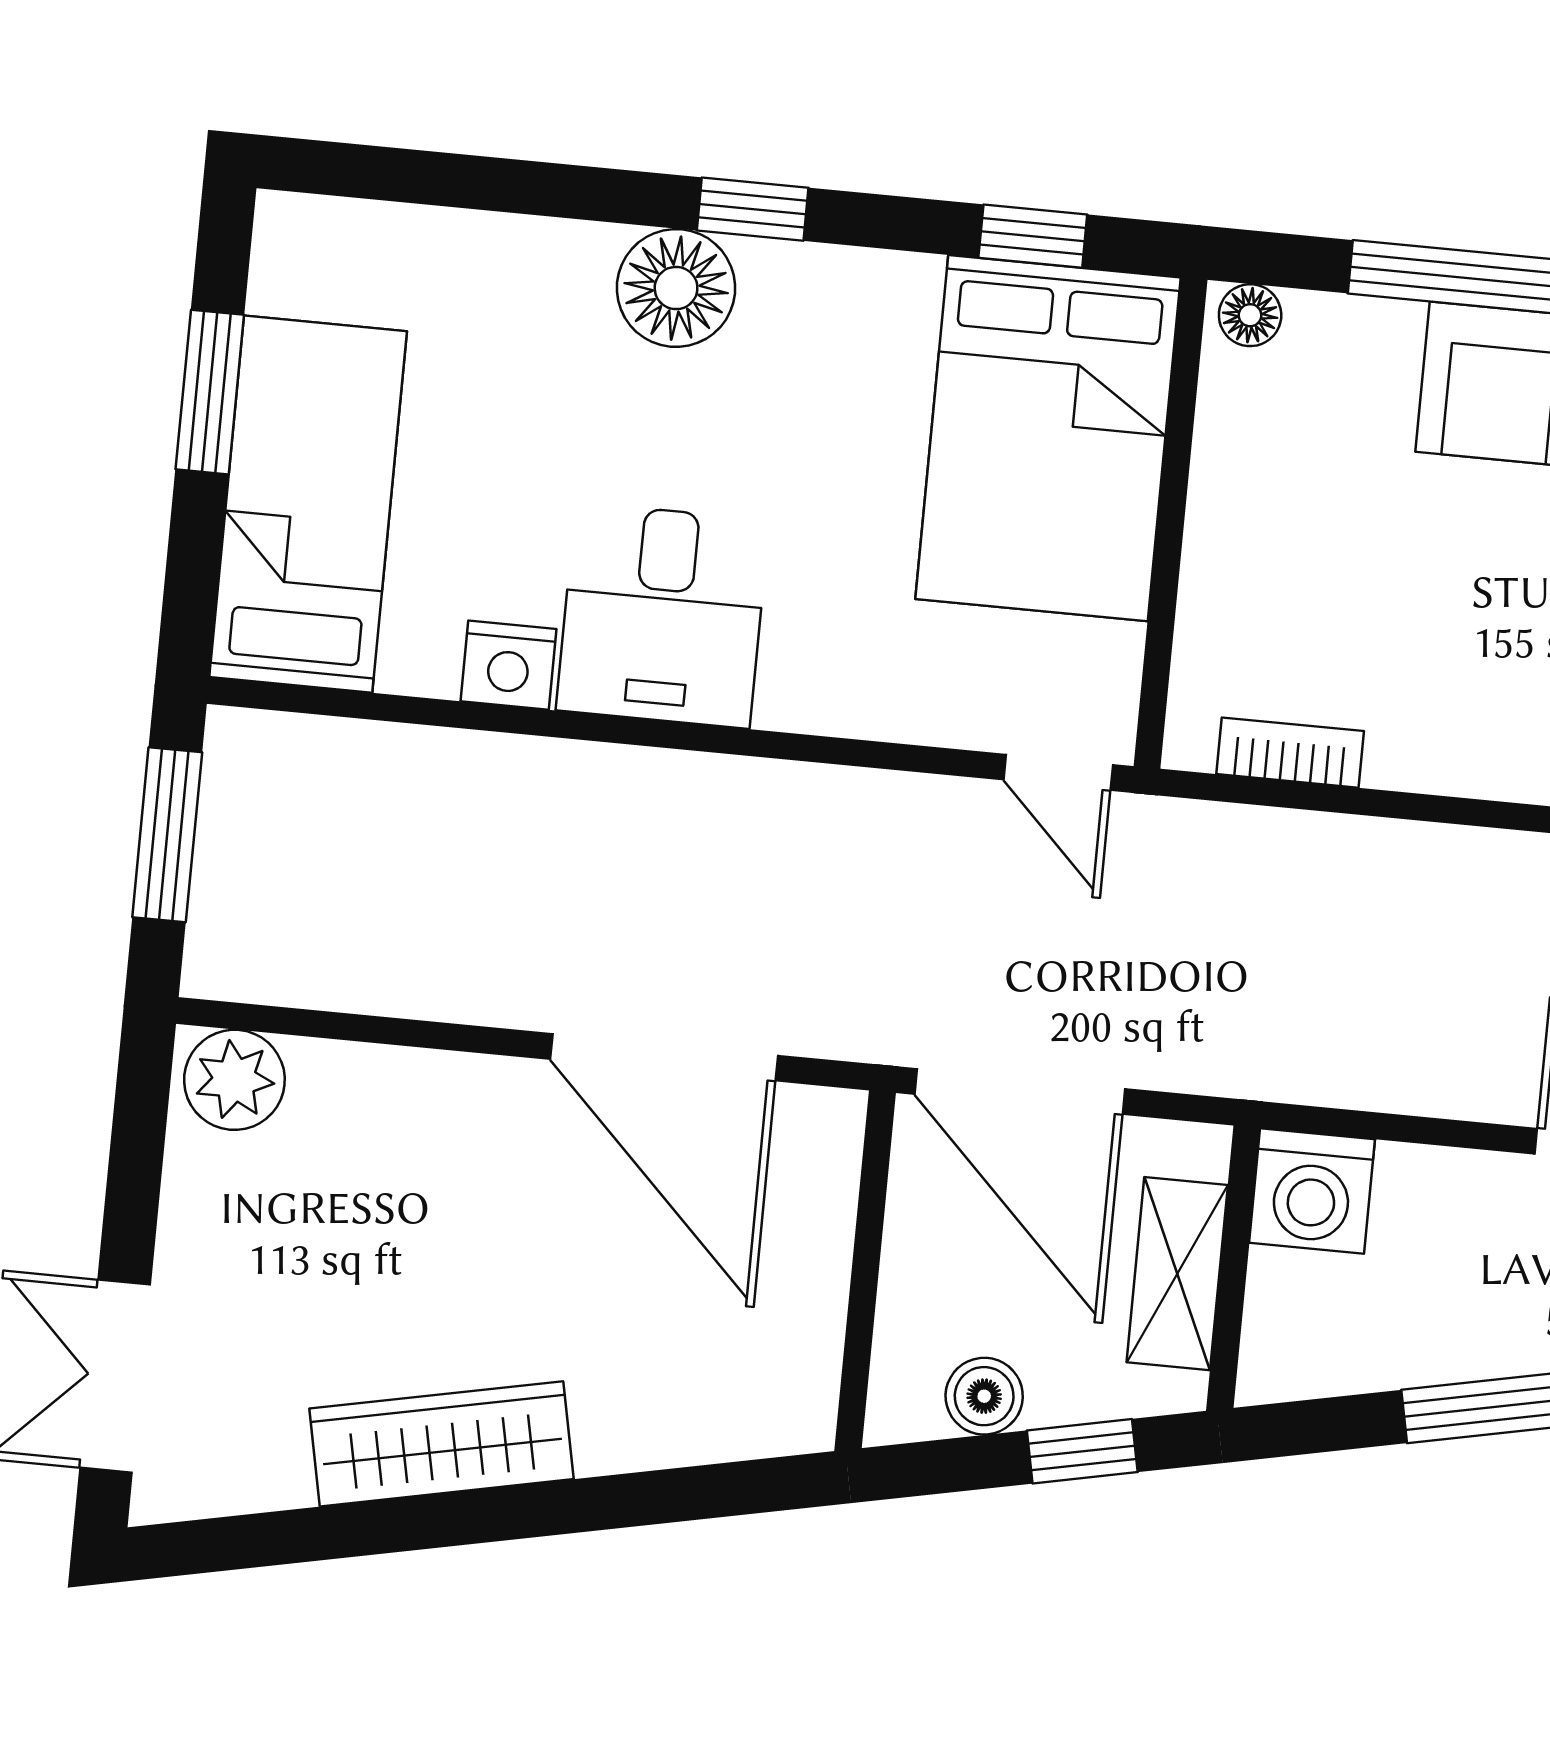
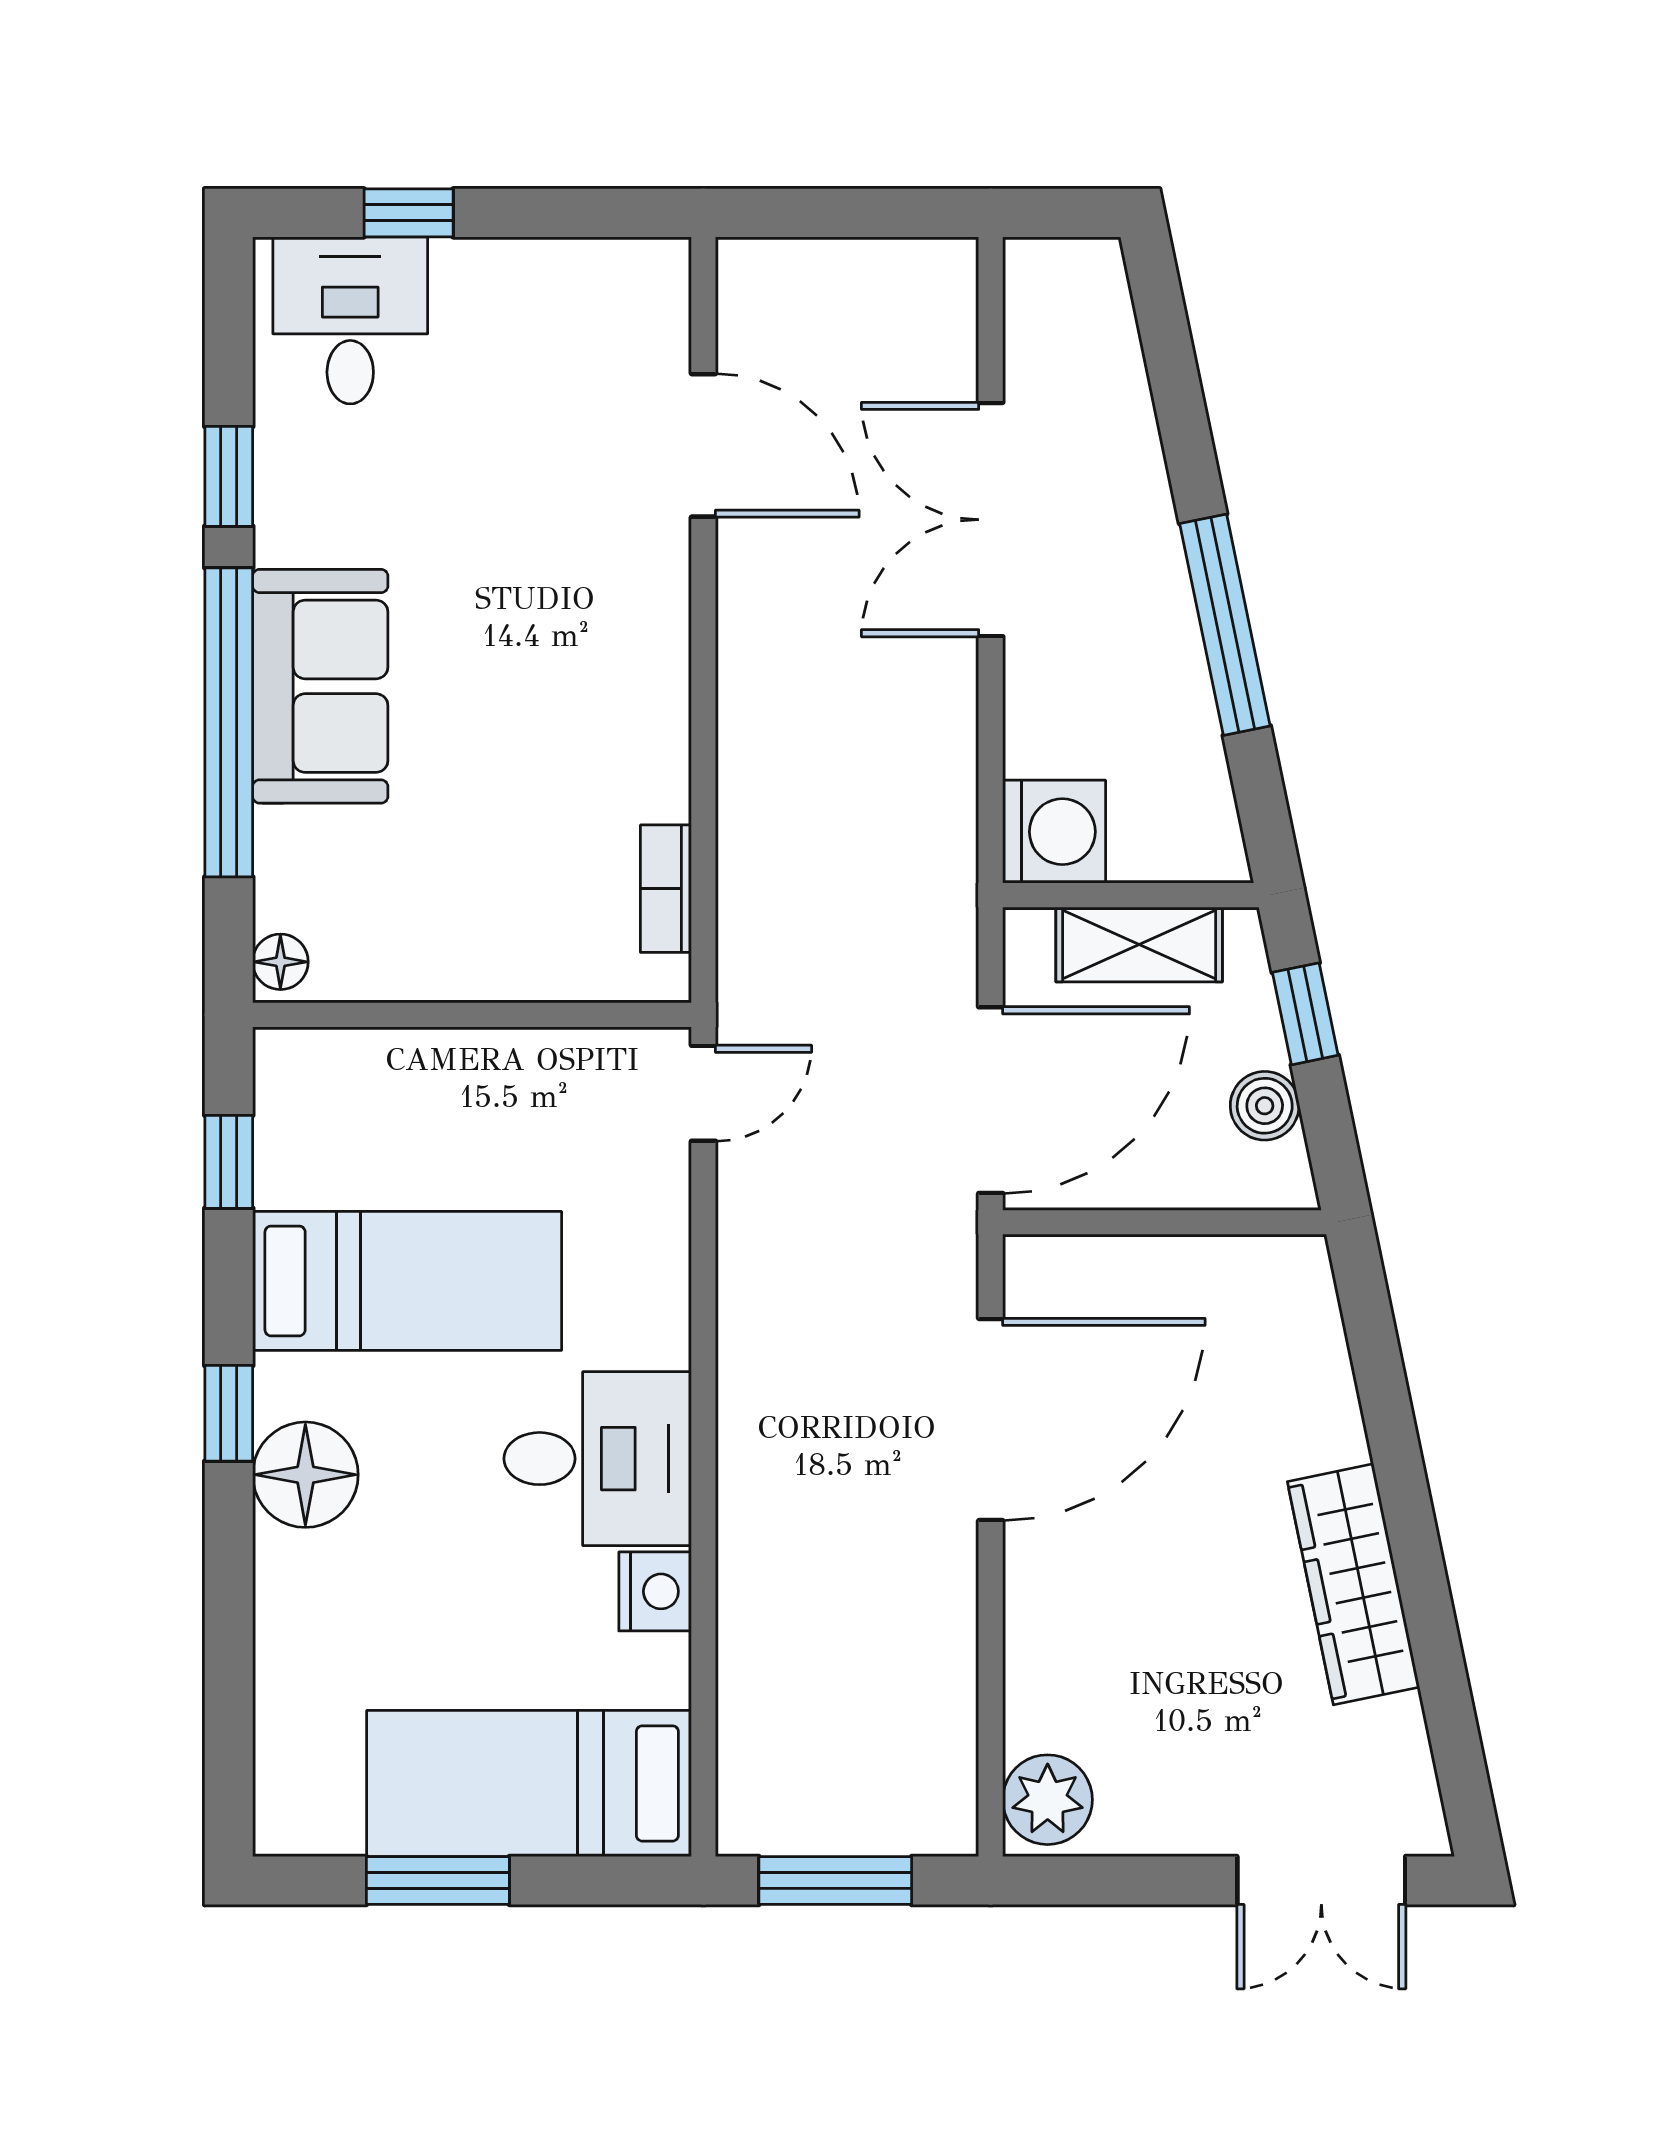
bed: (1048, 438) -> (407, 1281), moved, width x0.67

